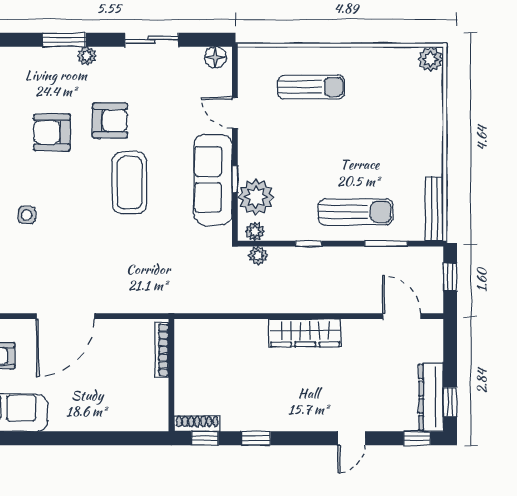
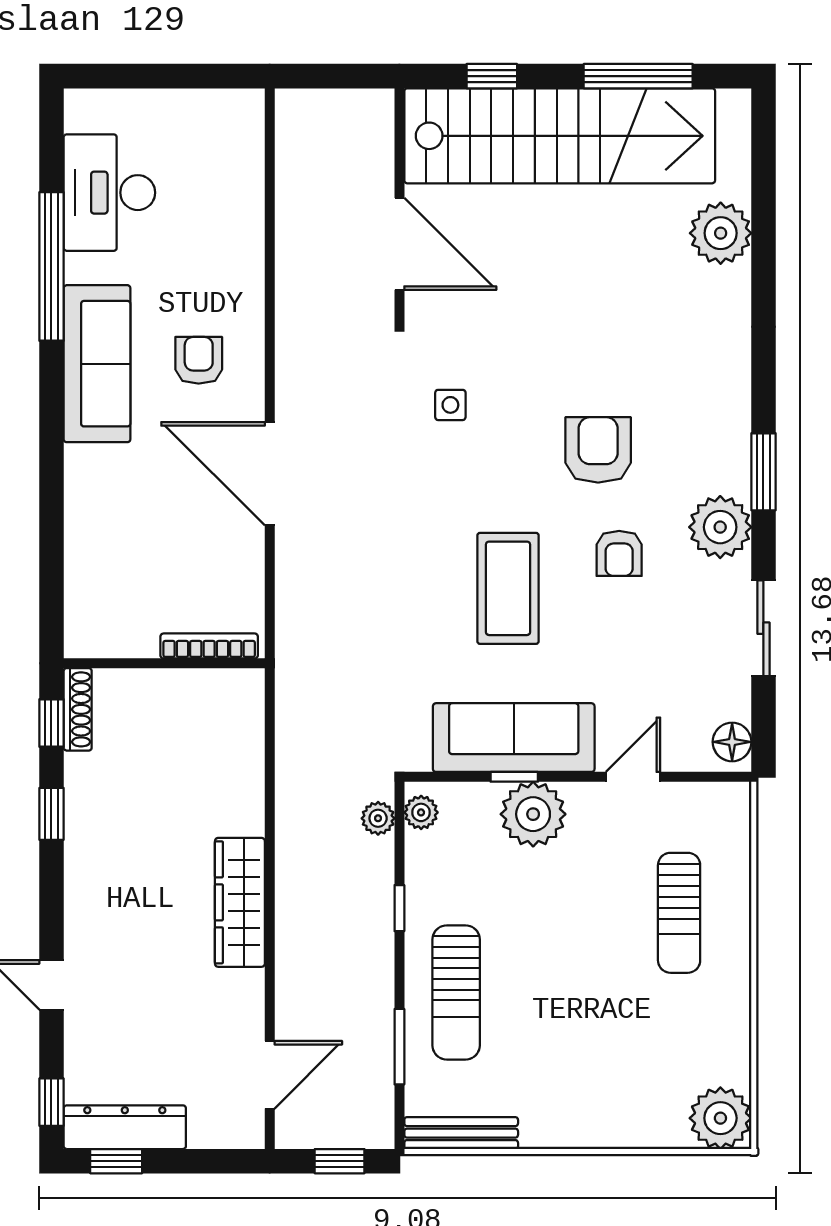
plant: (87, 56) -> (720, 527), width x1.88, depth x1.88
plant: (431, 59) -> (720, 1118), width x1.36, depth x1.36
armchair: (110, 121) -> (619, 553), width x0.72, depth x0.72
coffee table: (129, 183) -> (508, 588), turned 90
plant: (256, 197) -> (533, 814), moved

